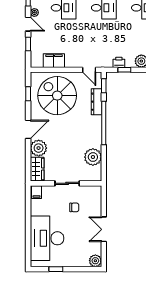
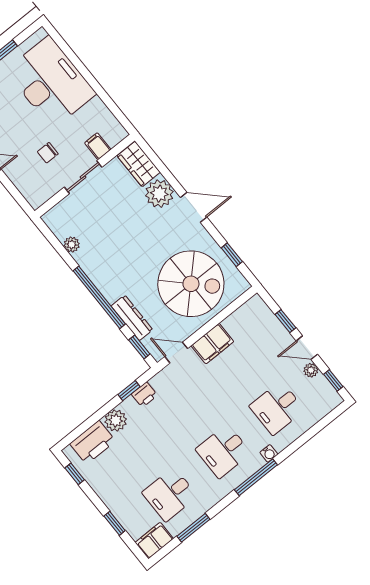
filing cabinet: (54, 61) -> (212, 344), moved
door: (28, 129) -> (194, 207), swing flipped
plant: (93, 157) -> (72, 245), width x0.53, depth x0.53
filing cabinet: (36, 192) -> (98, 146), moved

